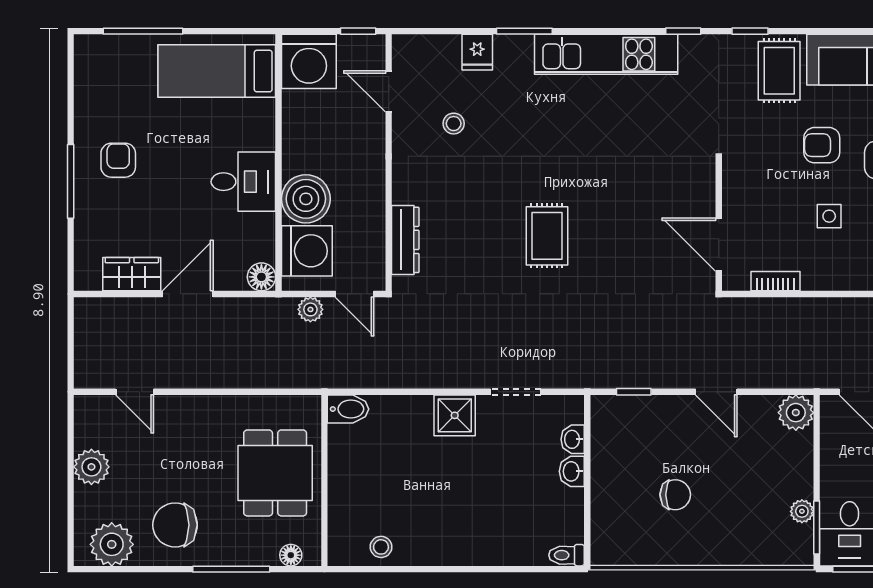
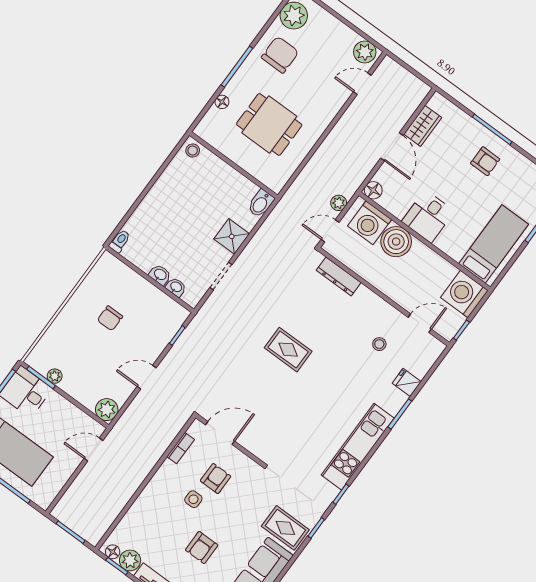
armchair: (822, 145) -> (216, 479), moved
bidet: (348, 409) -> (261, 203), moved
plant: (91, 467) -> (365, 52), moved
wall: (324, 480) -> (234, 165), moved

